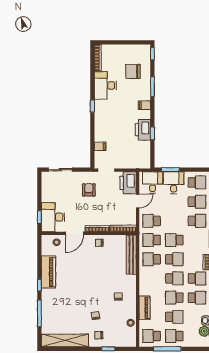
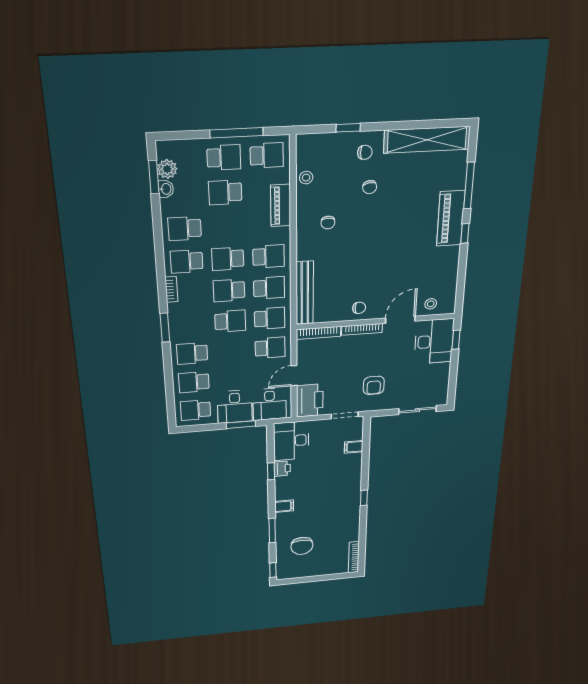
chair: (133, 71) -> (302, 546), turned 90
desk: (105, 85) -> (291, 441), moved, turned 180
printer: (143, 130) -> (282, 469), width x0.53, depth x0.68
piano: (48, 272) -> (451, 218), moved
school desk: (174, 298) -> (269, 256), moved

